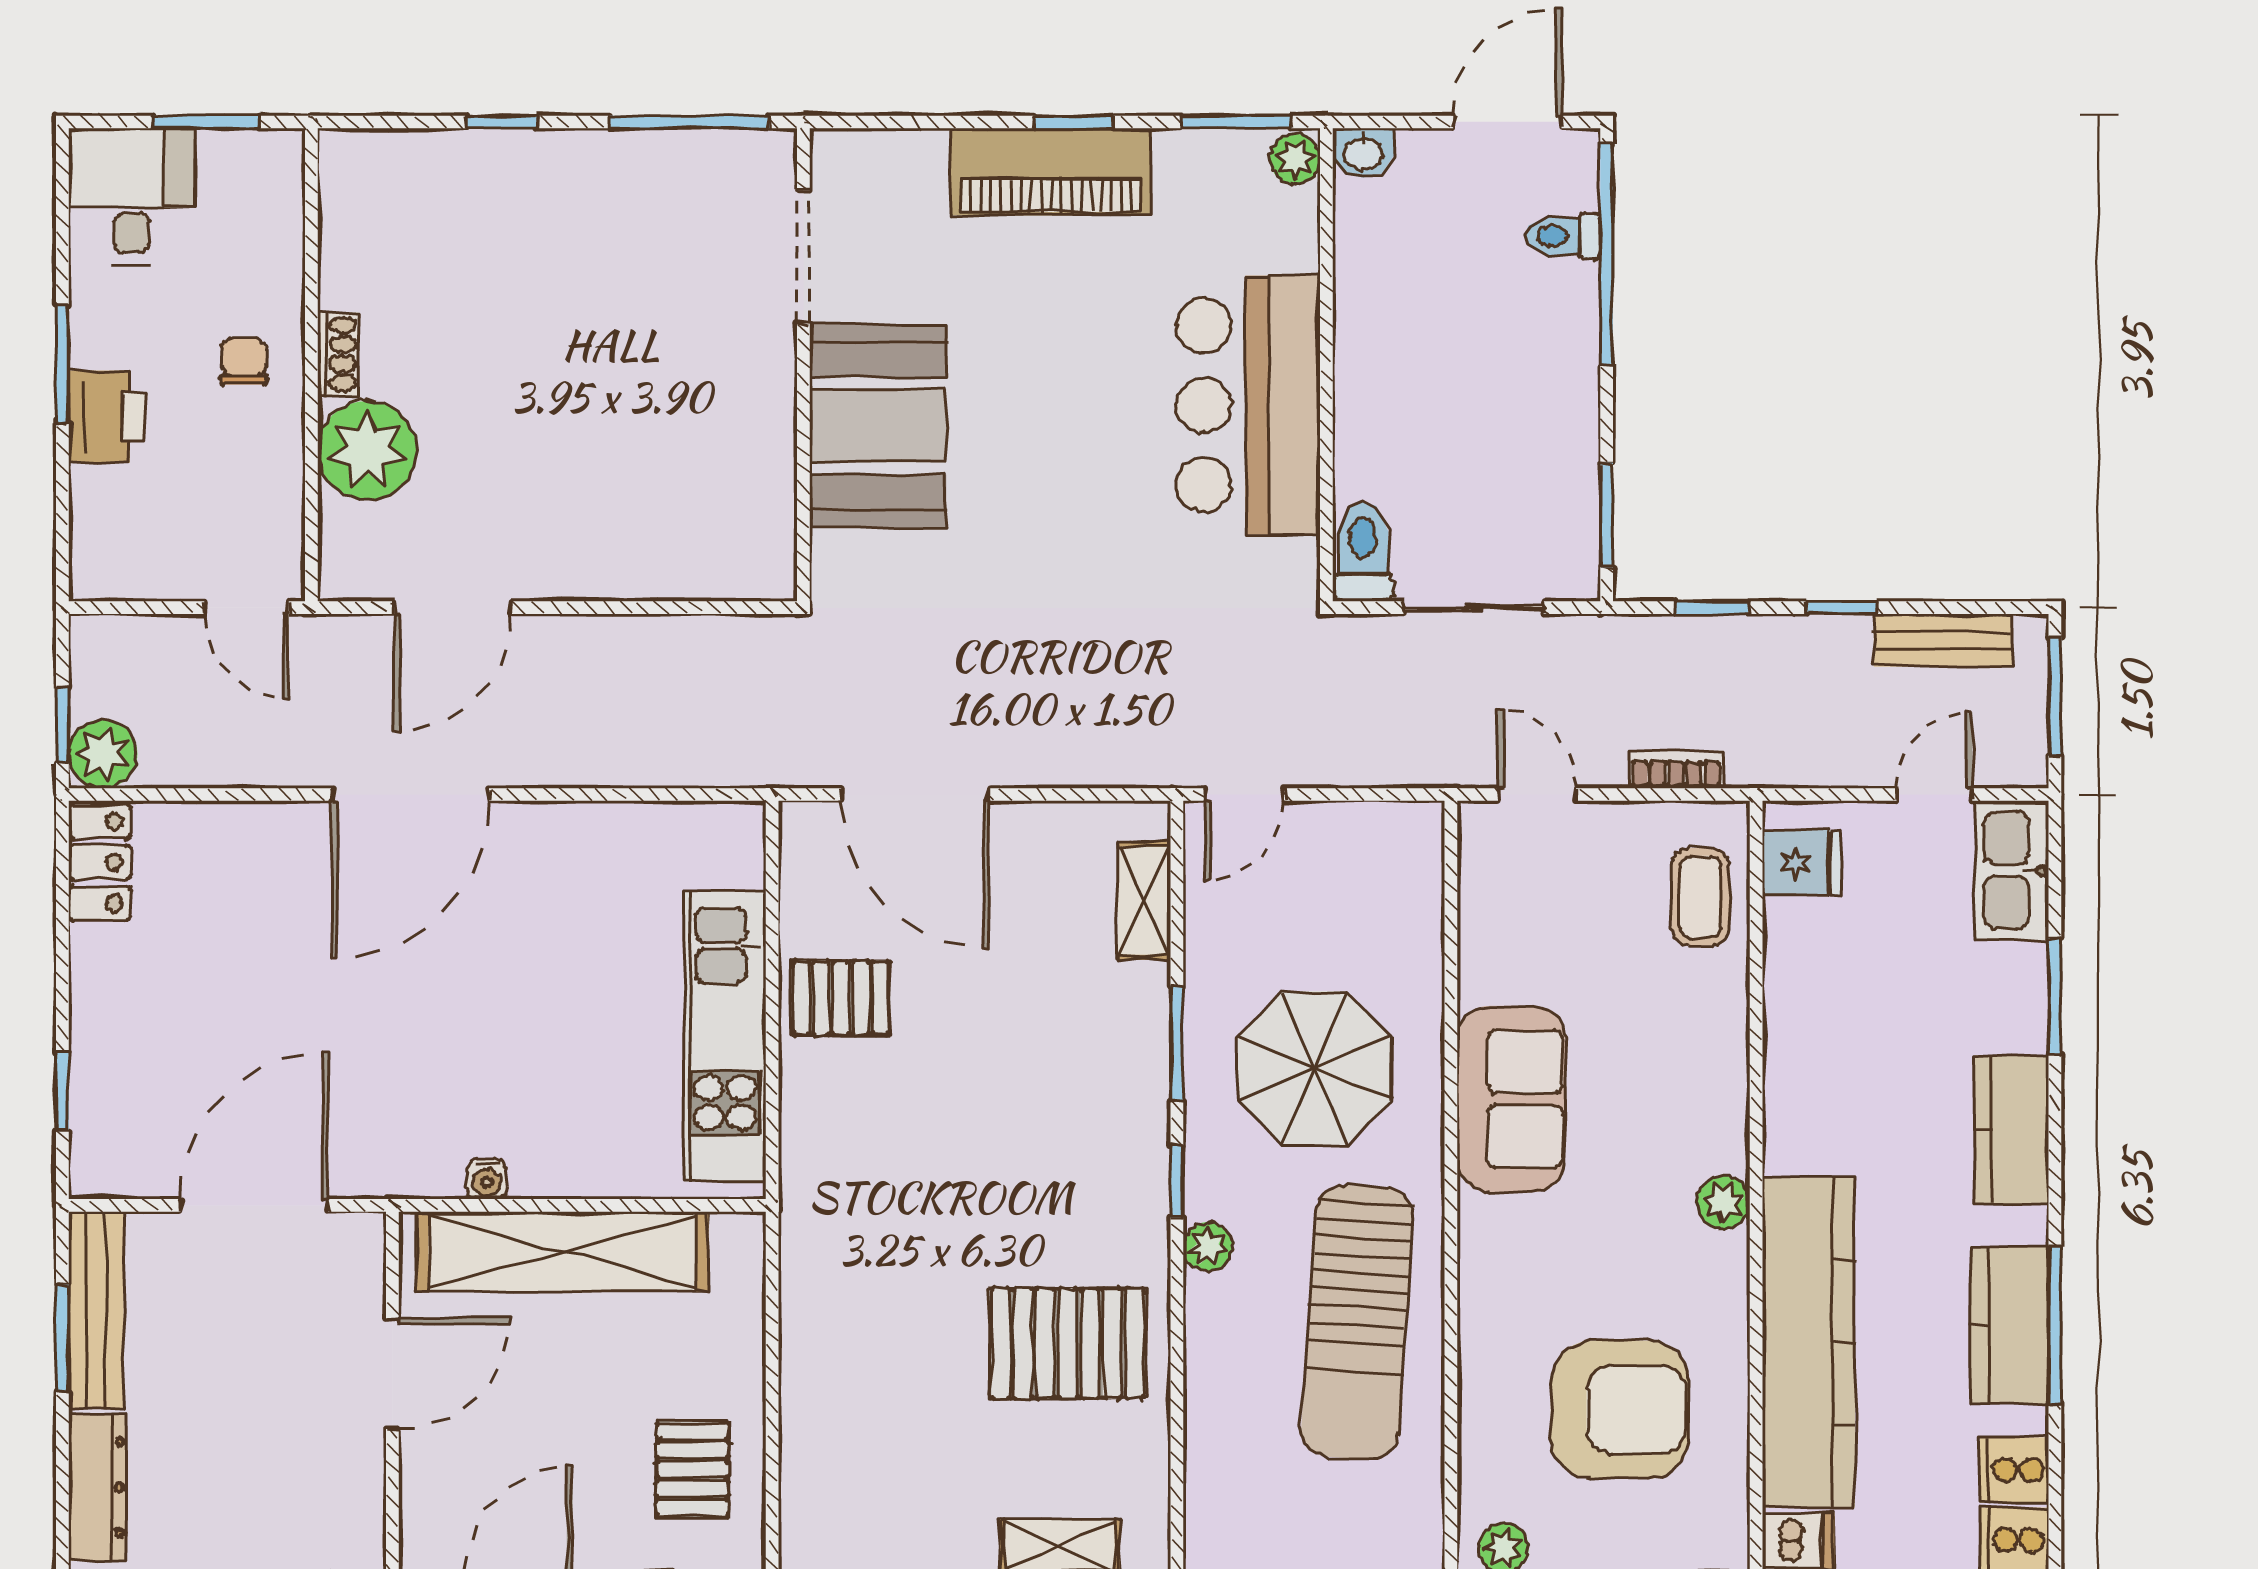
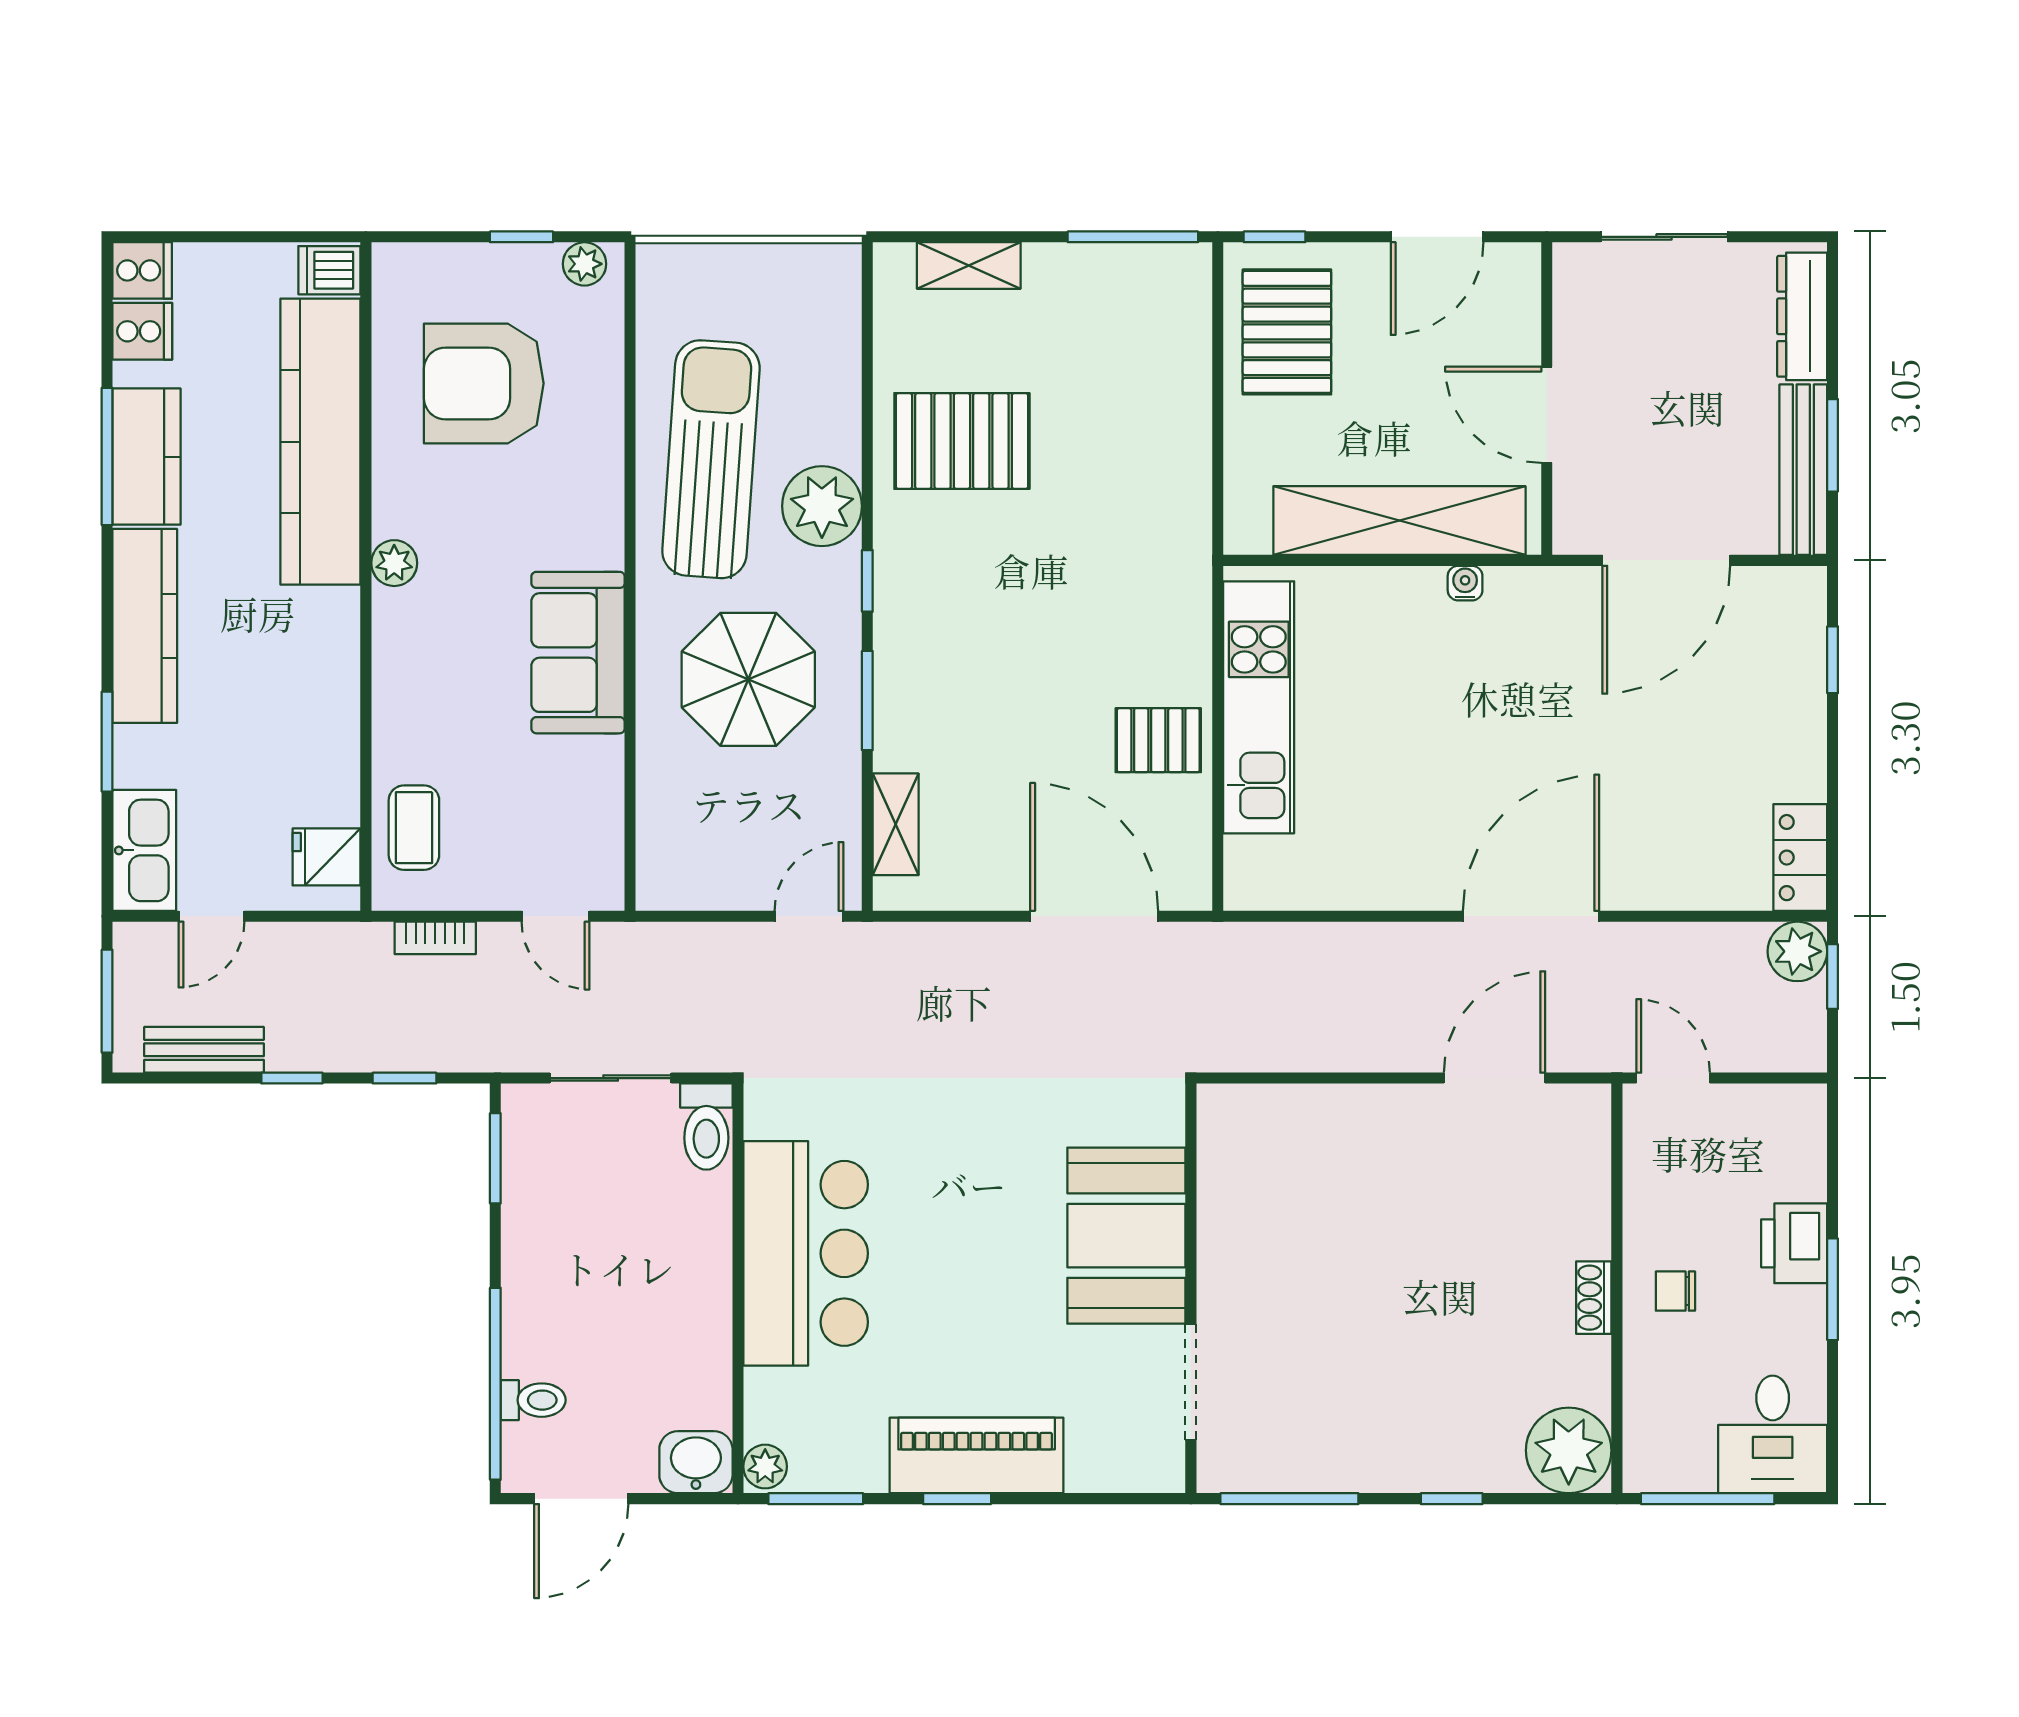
window: (207, 122) -> (1708, 1499), width x1.44
washbasin: (1363, 153) -> (696, 1462), width x1.38, depth x1.45
chair: (244, 362) -> (1675, 1291), turned 90
plant: (367, 450) -> (1569, 1450), moved
kitchen counter: (2011, 1130) -> (145, 626), width x1.50
plant: (1208, 1247) -> (822, 506), width x1.87, depth x1.87
door: (392, 1374) -> (1547, 415), hinge flipped
pallet: (692, 1469) -> (1287, 332), width x1.50, depth x1.42

